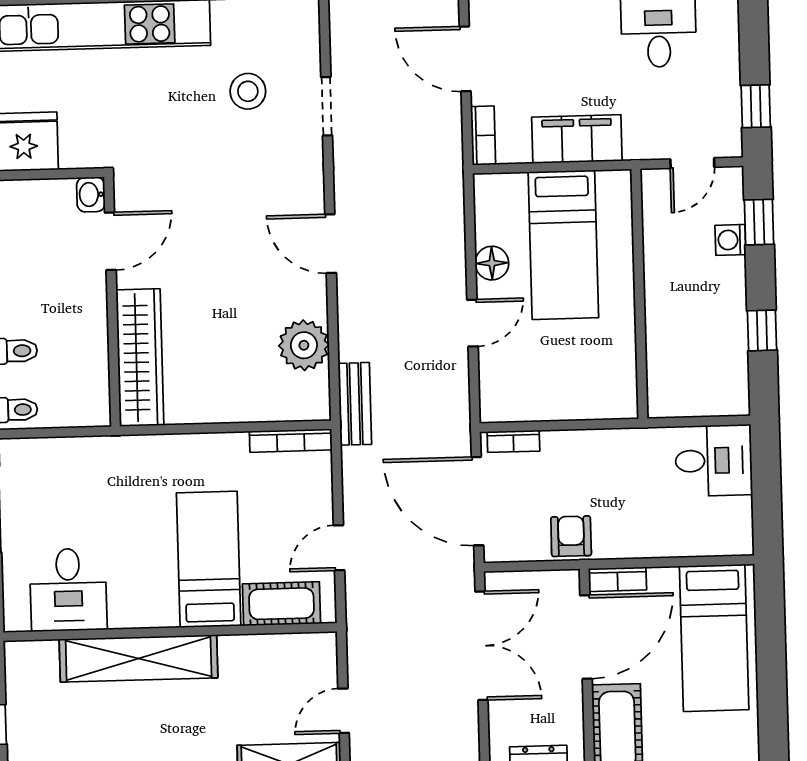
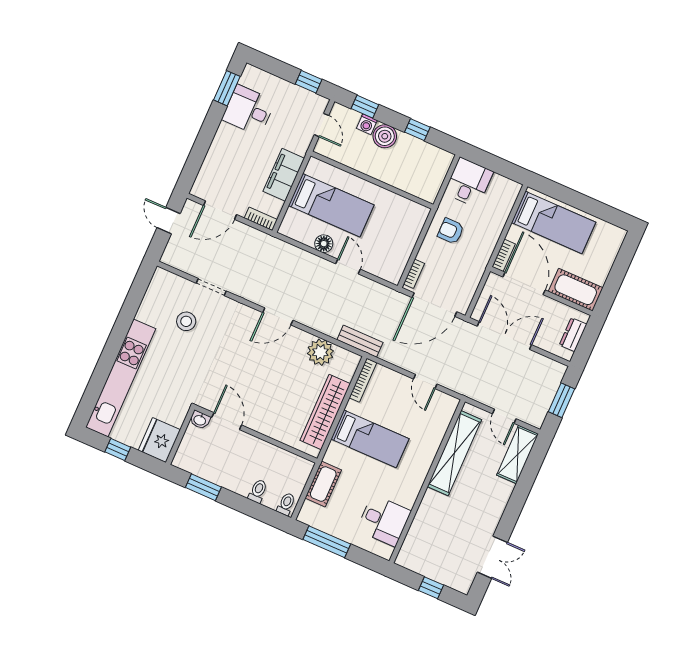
boiler: (725, 280) -> (385, 136), added
wardrobe: (140, 358) -> (325, 412), moved, turned -90
armchair: (571, 536) -> (451, 231), moved
bed: (209, 559) -> (370, 439), moved, turned 180
cot: (281, 604) -> (323, 484), moved
shelving: (139, 658) -> (454, 453), moved

